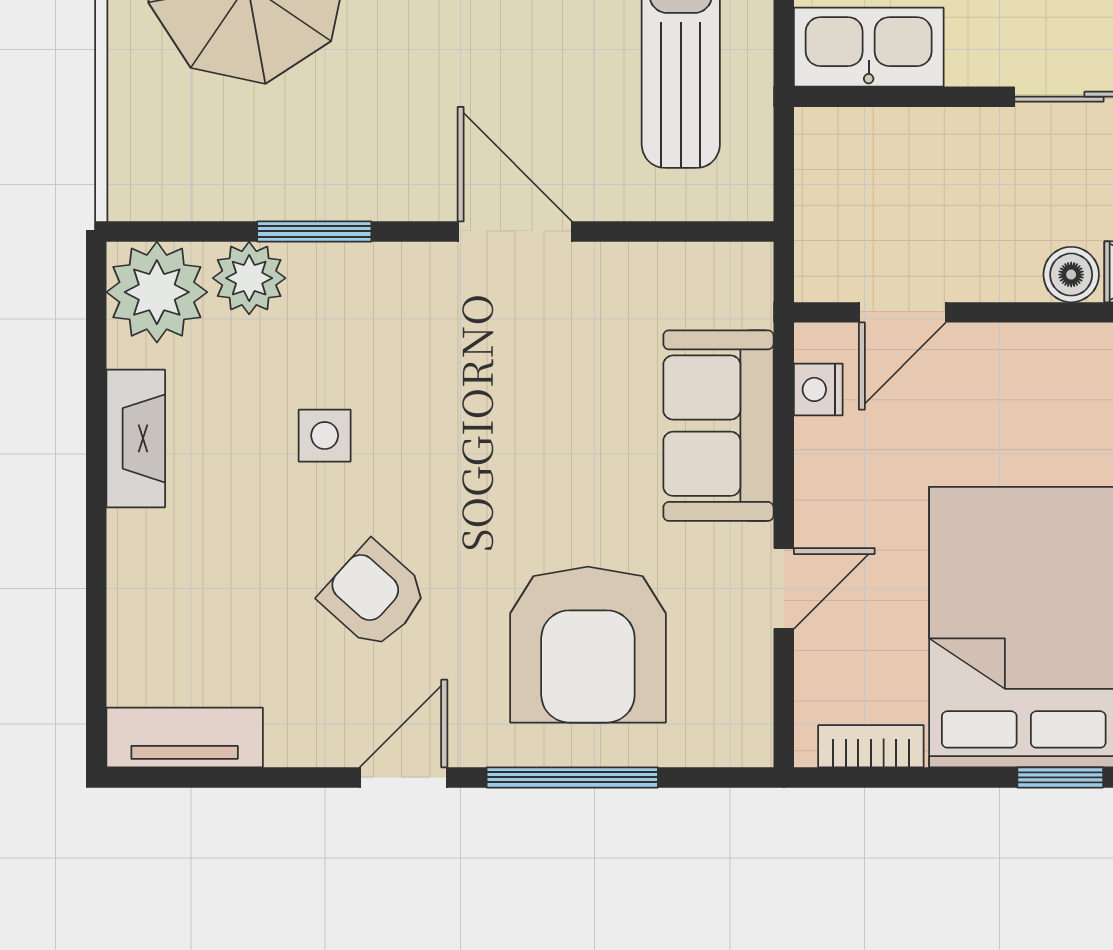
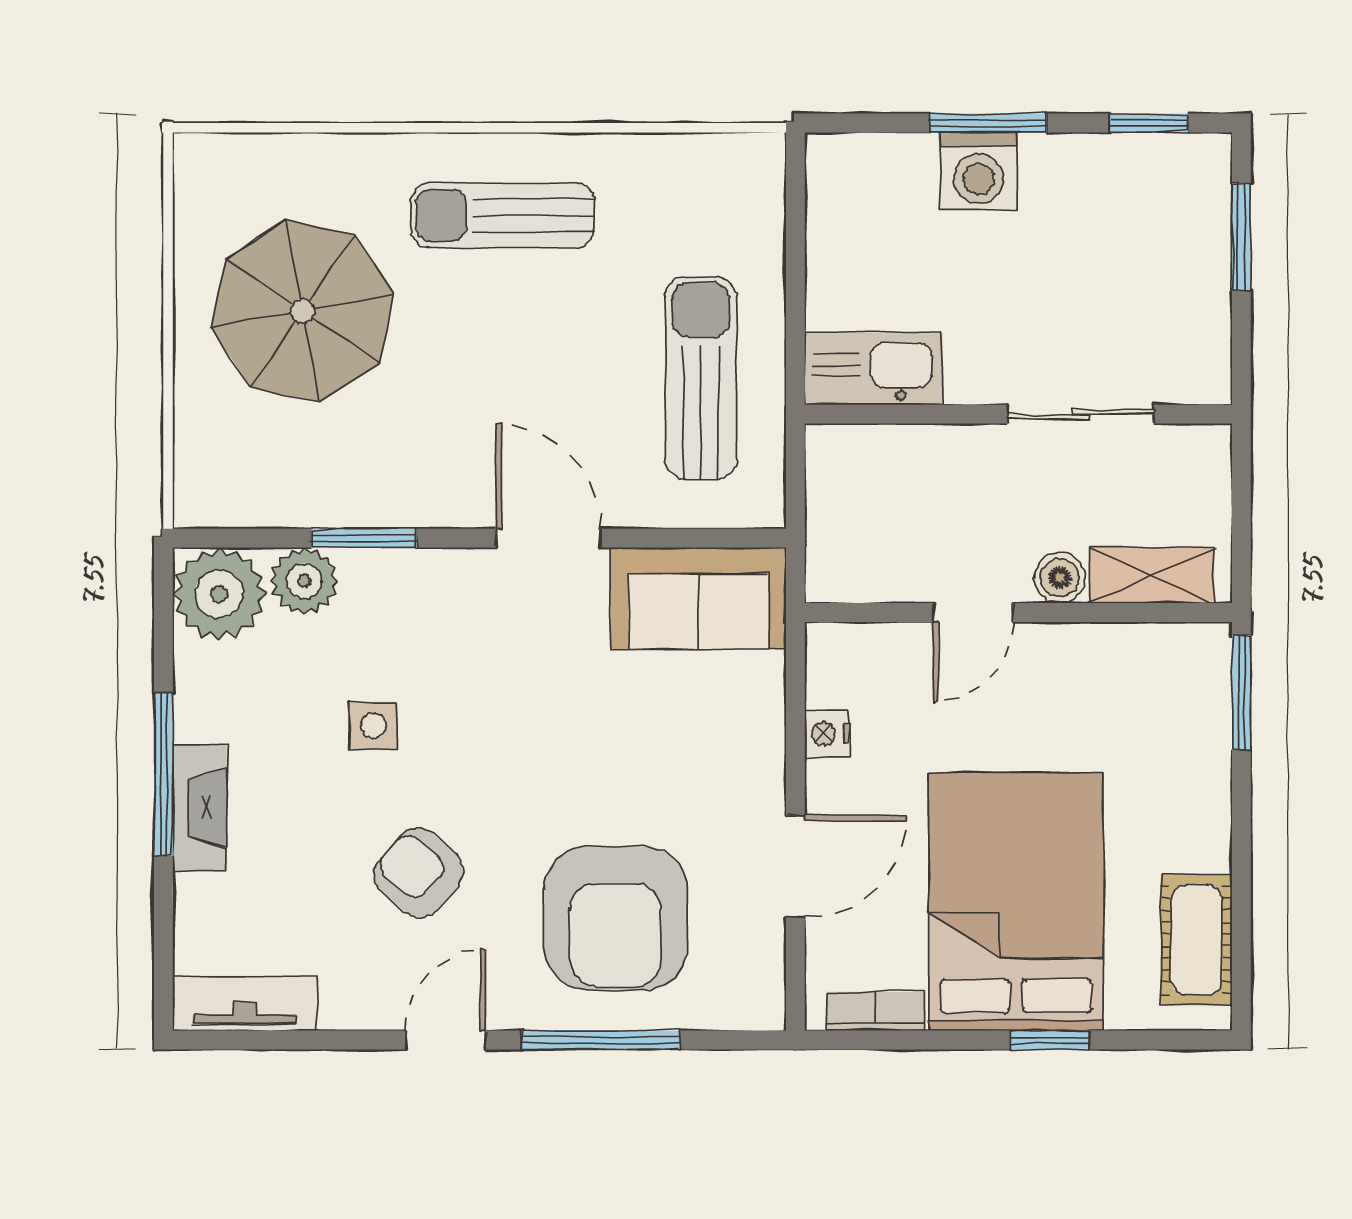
door: (902, 312) -> (973, 612), moved
nightstand: (818, 389) -> (827, 734), moved
sofa: (718, 426) -> (698, 598), moved, turned -90
fireplace: (136, 438) -> (200, 808), moved
window: (96, 488) -> (163, 774), added
door: (784, 588) -> (795, 866), width x1.38

